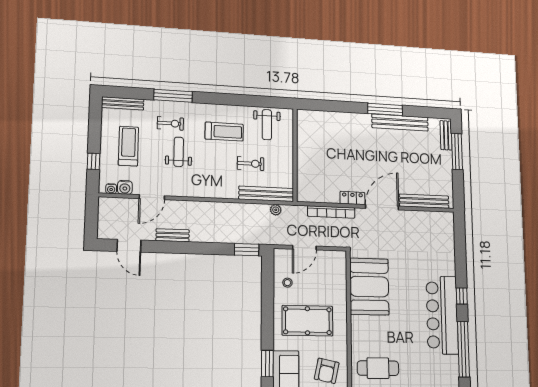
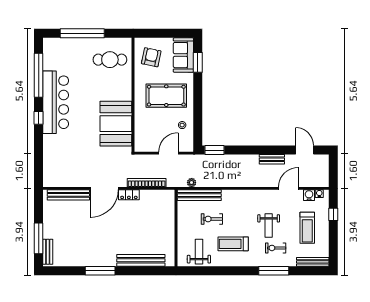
bench: (400, 123) -> (141, 260), moved

